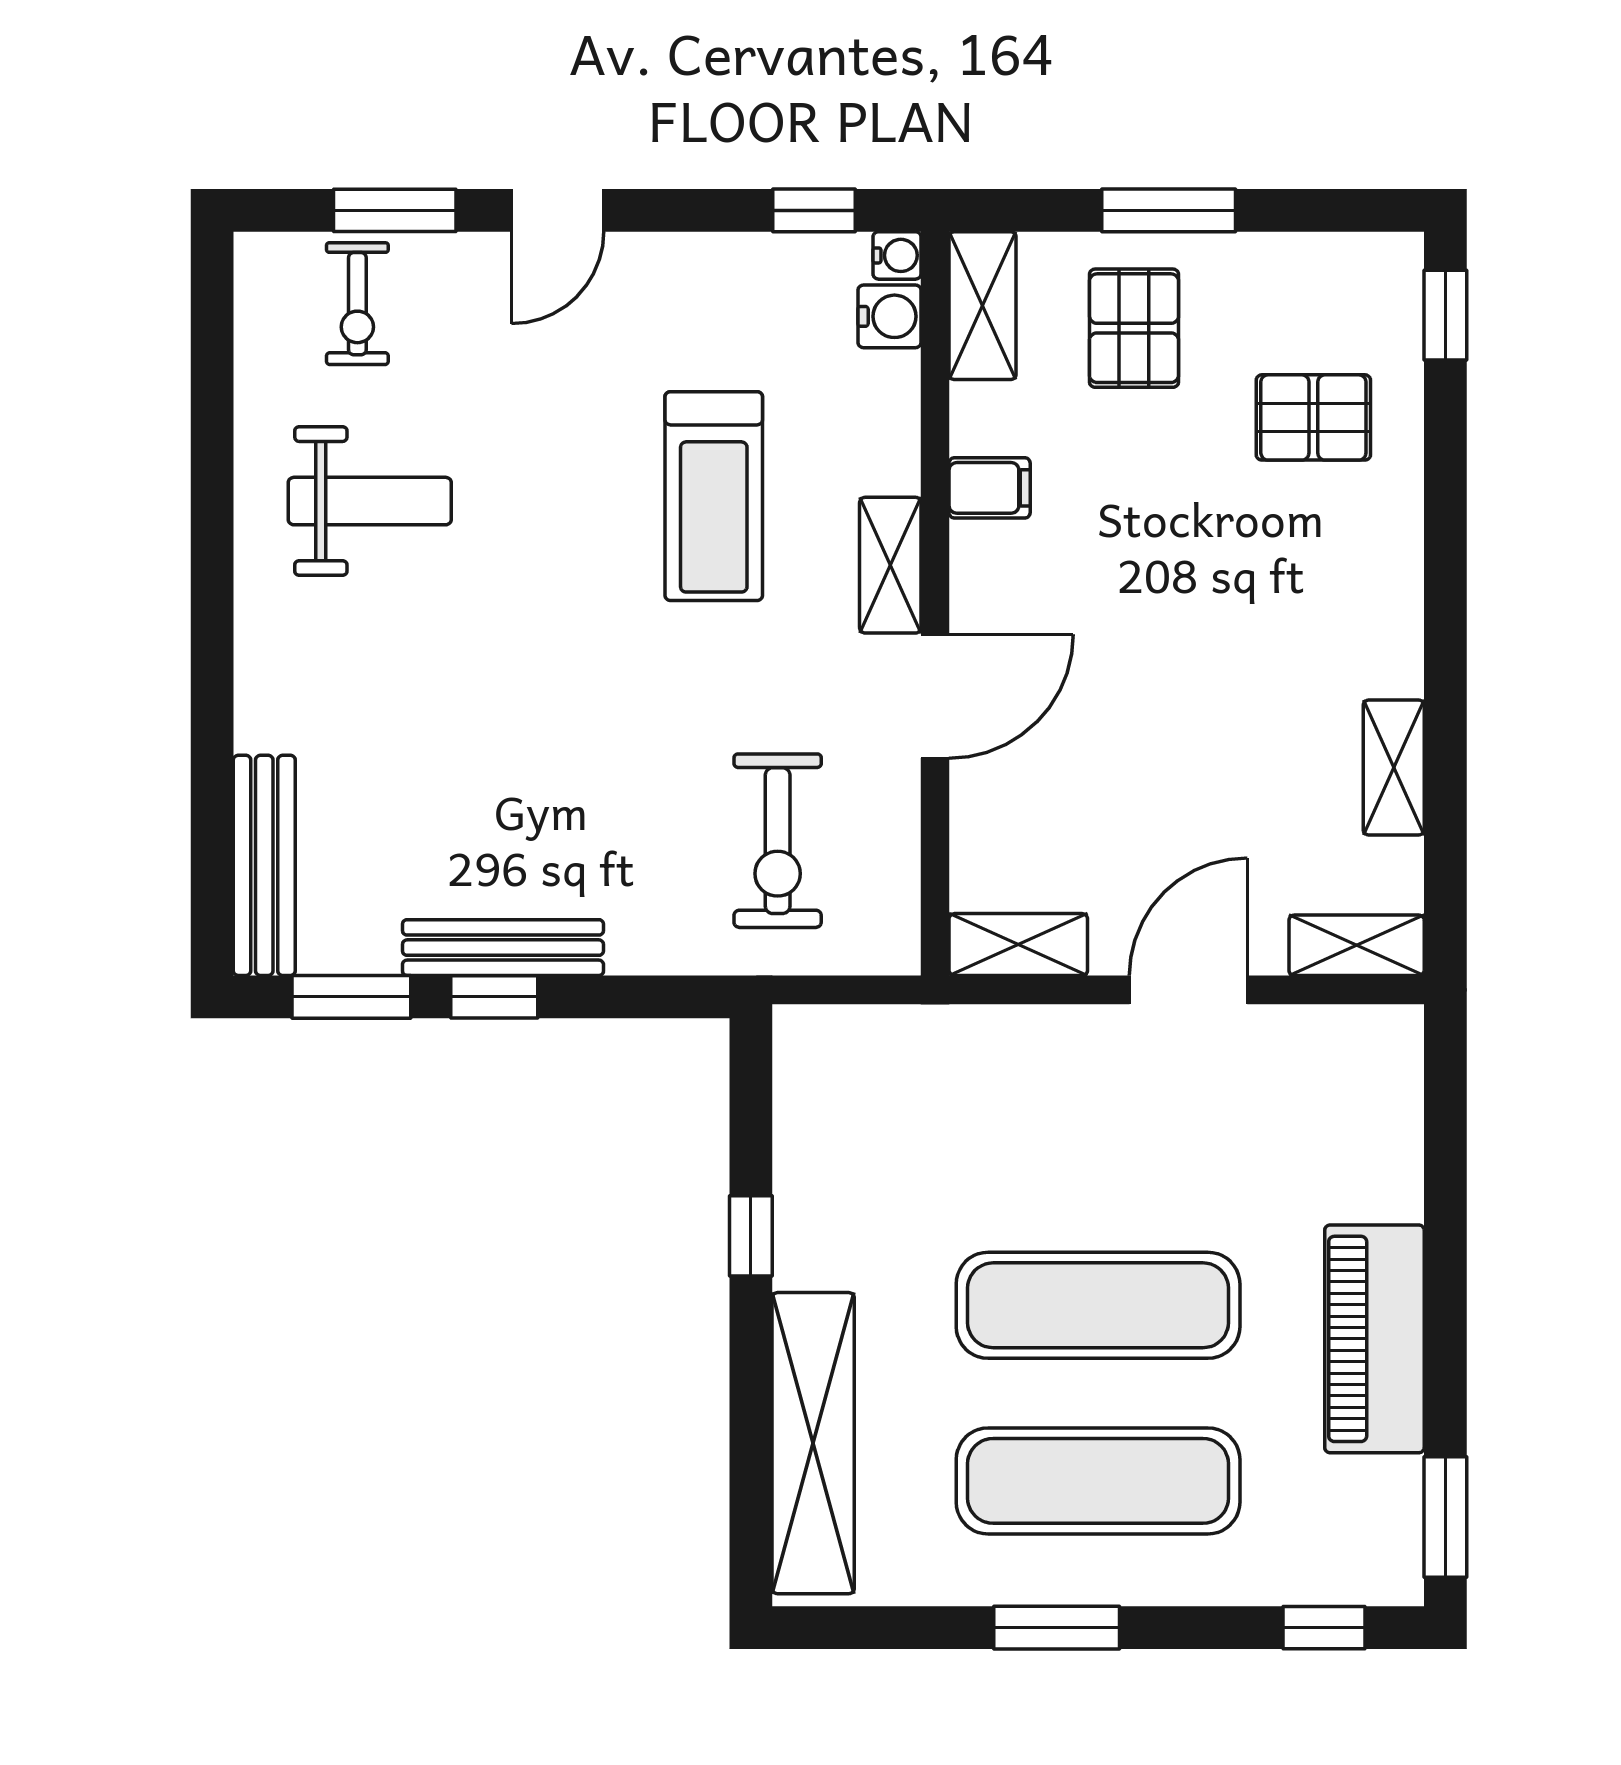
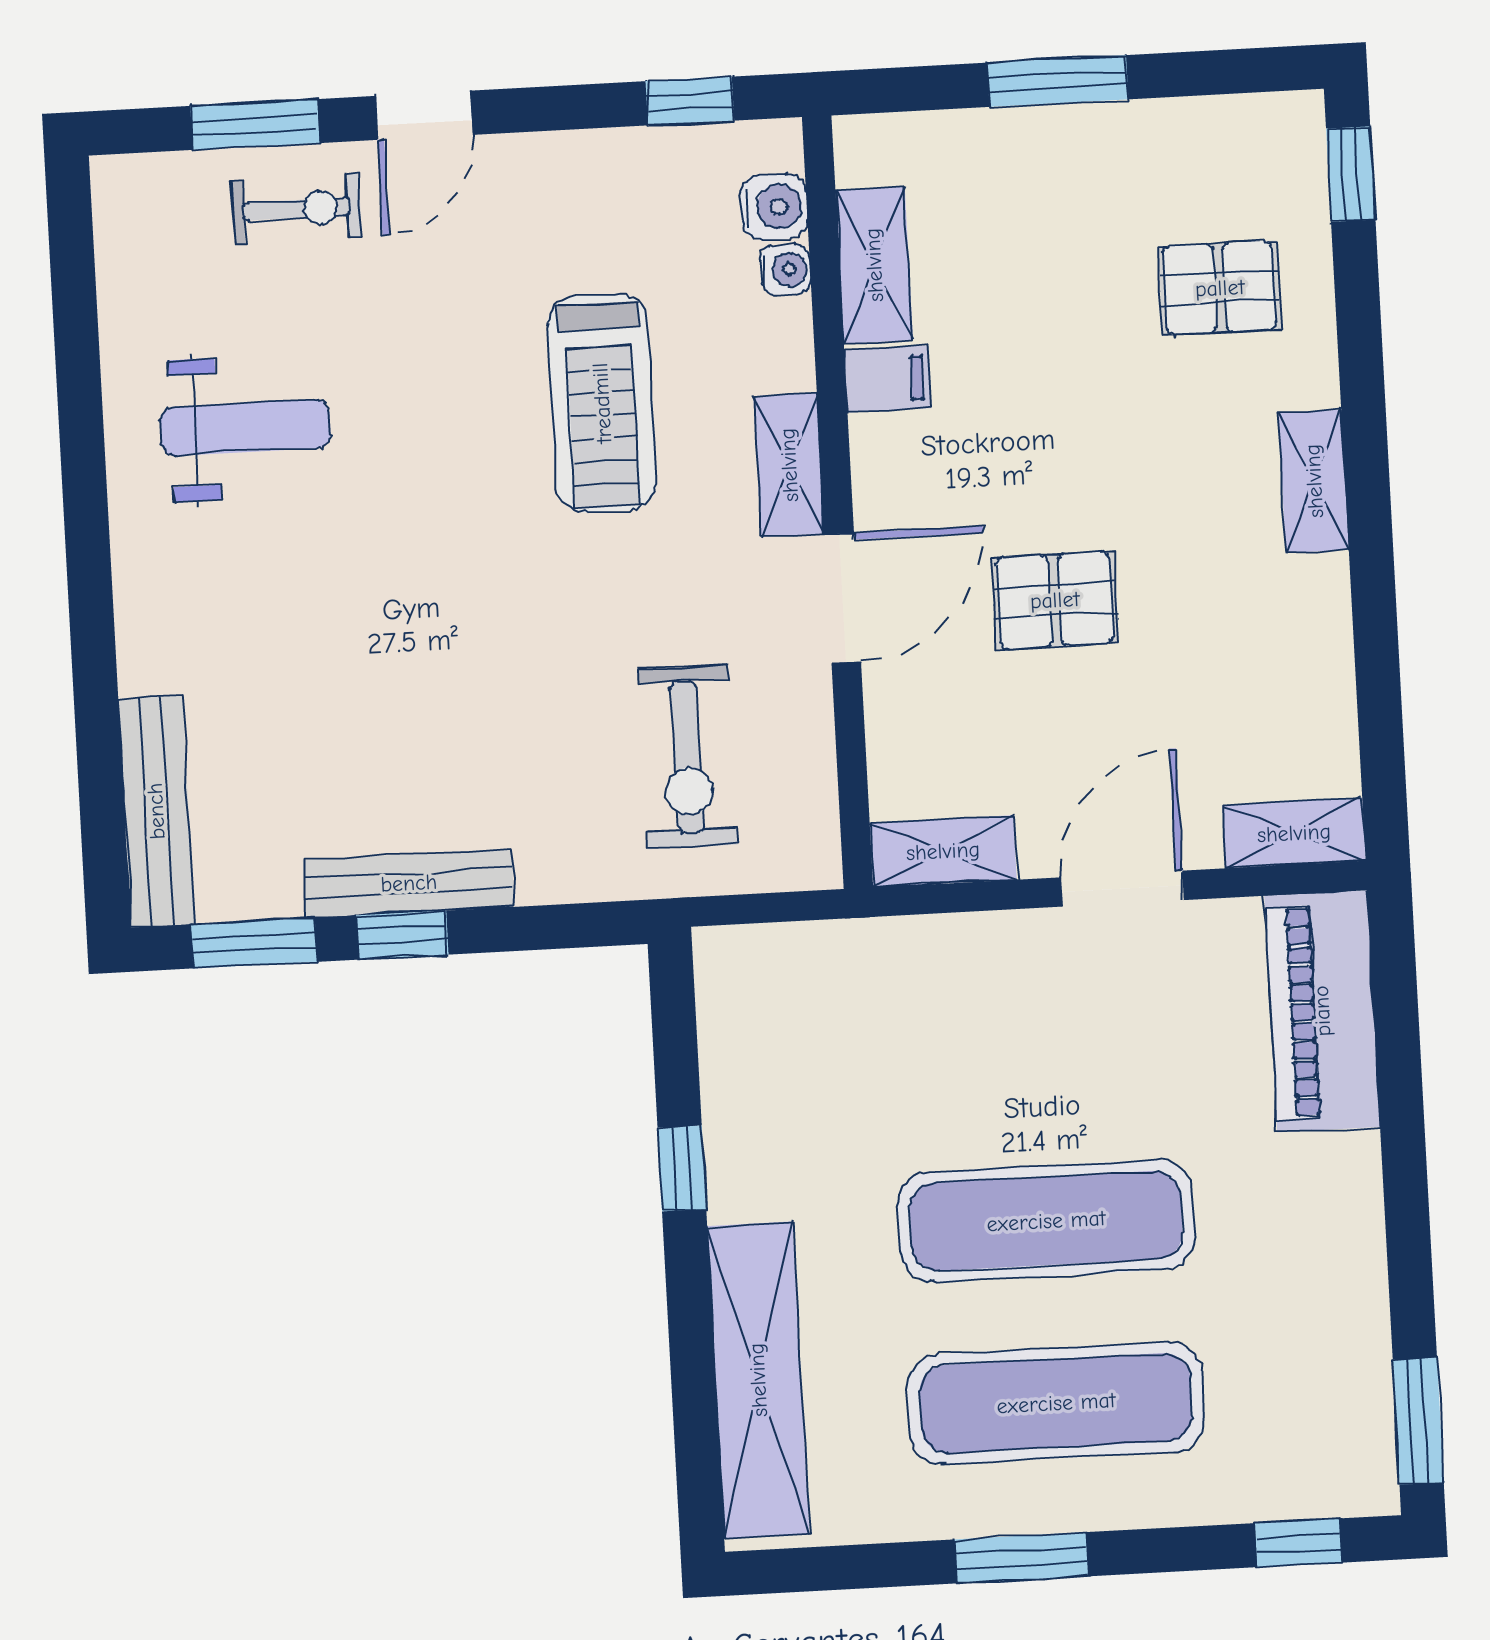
water cooler: (897, 255) -> (785, 270), moved
exercise bike: (357, 304) -> (297, 209), moved, turned -90
shelving: (983, 306) -> (874, 265), moved
pallet: (1134, 328) -> (1055, 600), moved, turned 90
shelving: (1394, 768) -> (1314, 481), moved
piano: (1374, 1339) -> (1322, 1011), moved

